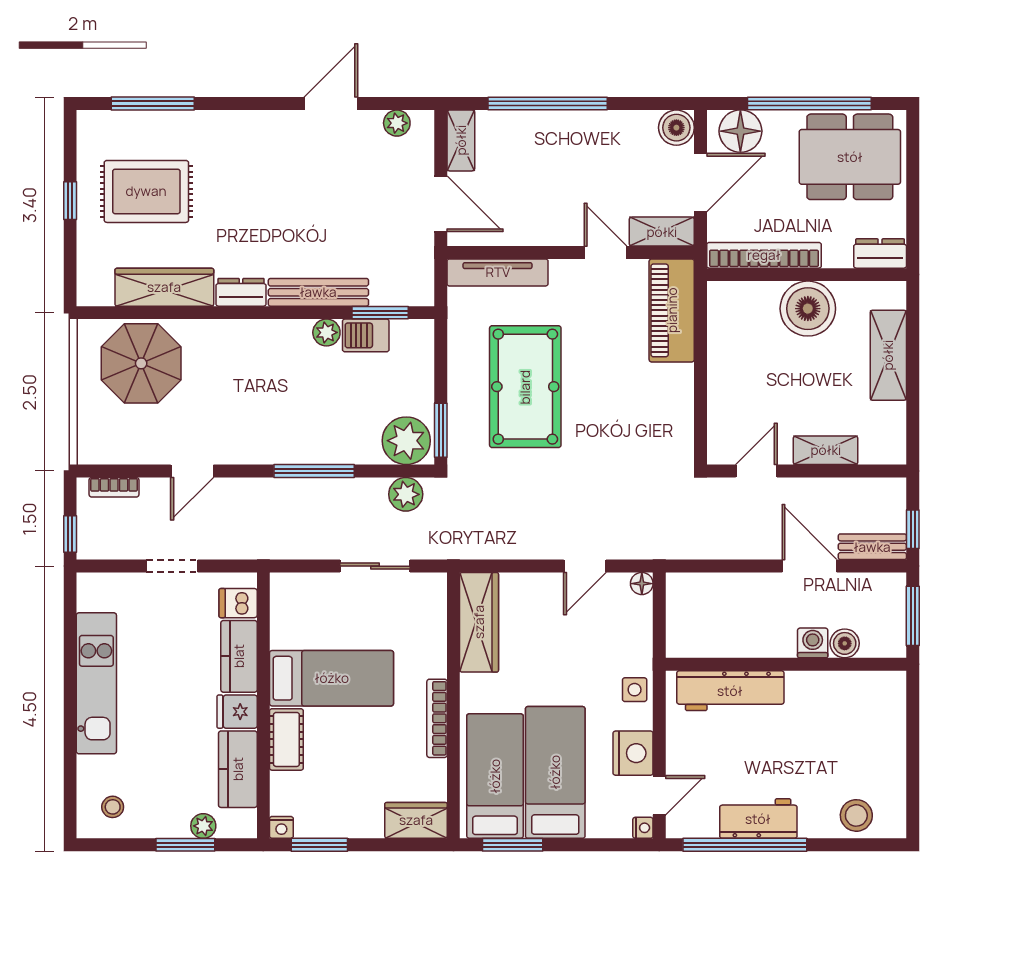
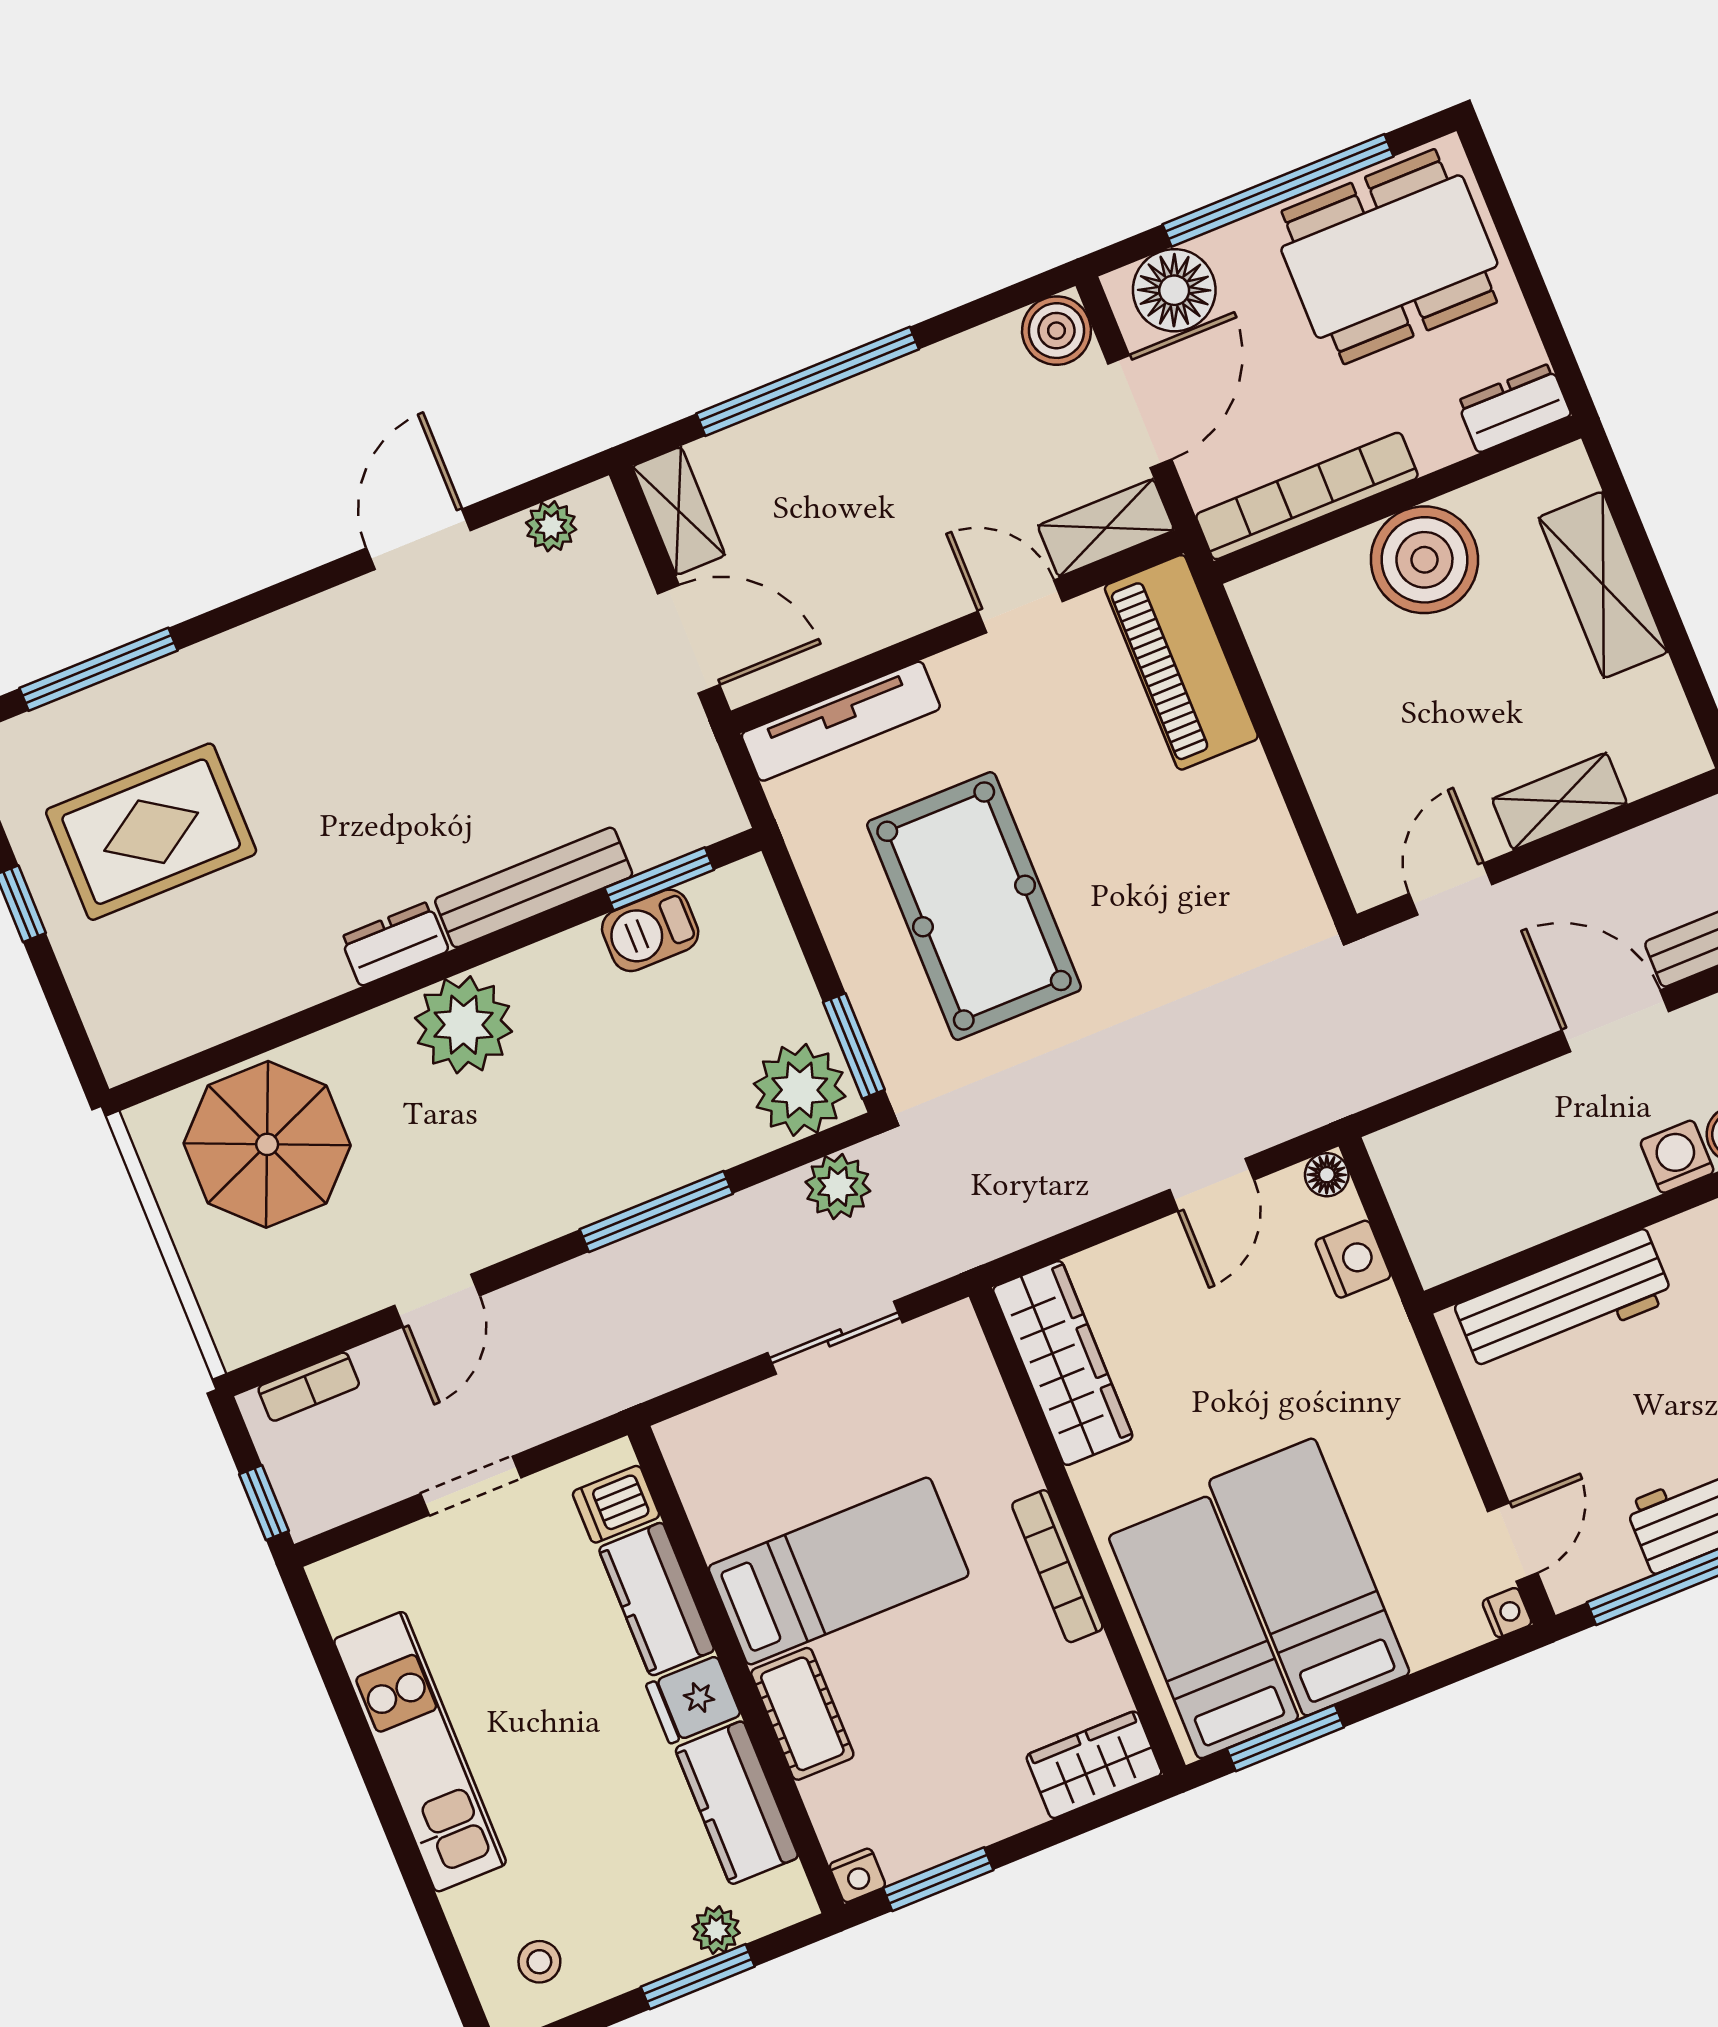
wardrobe: (164, 287) -> (253, 991), removed
plant: (326, 332) -> (464, 1025), moved, width x1.87, depth x1.87
side table: (635, 690) -> (1391, 1371), removed
nightstand: (633, 753) -> (1353, 1259), moved, width x0.74, depth x0.75

